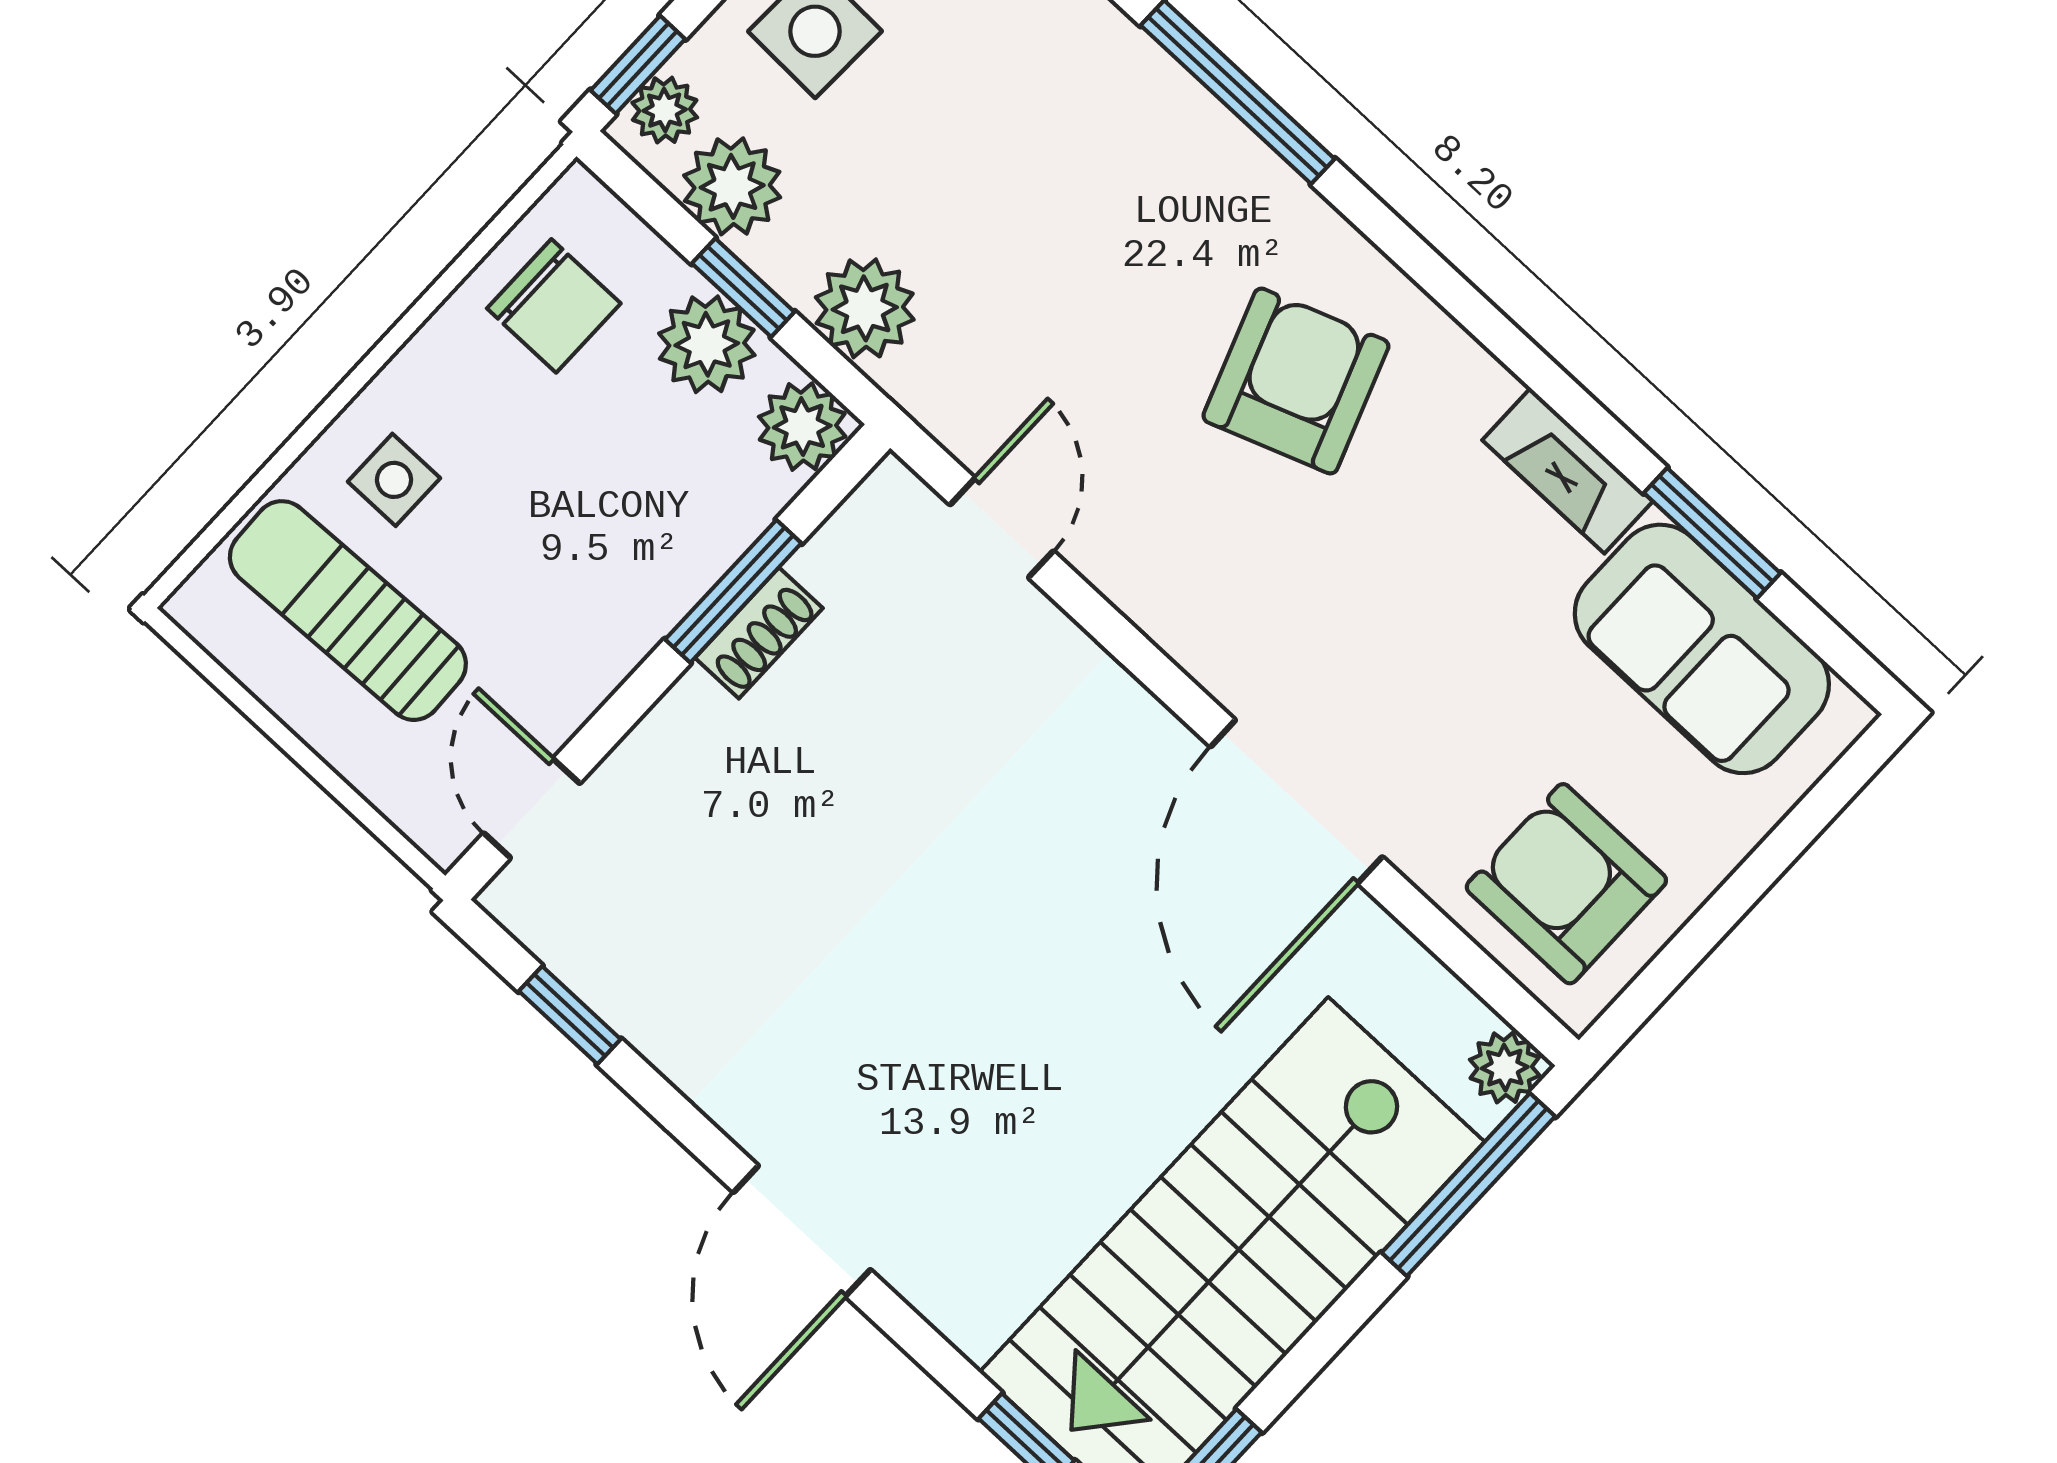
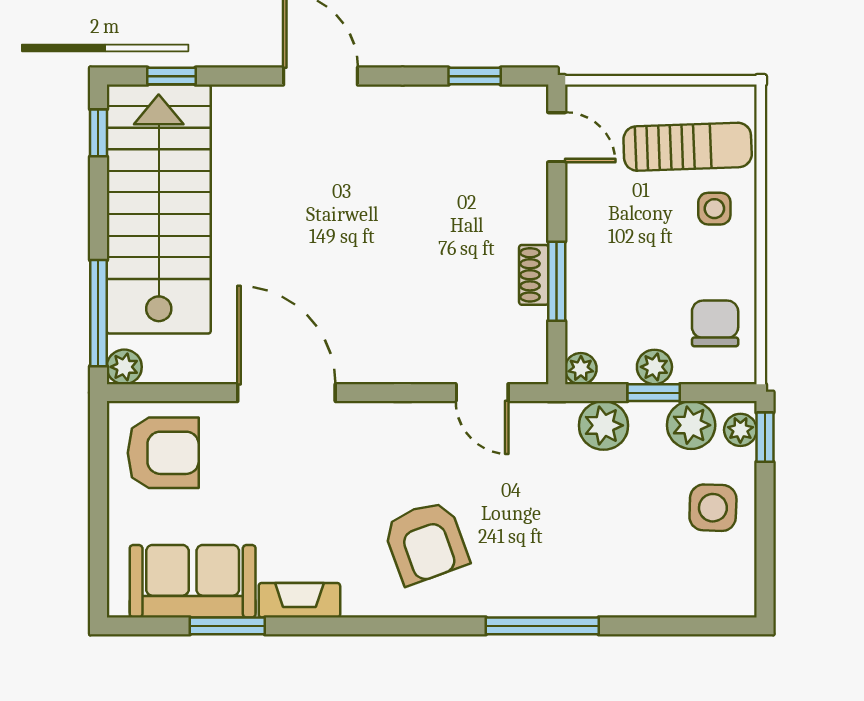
chair: (554, 306) -> (715, 323), turned 90
plant: (707, 344) -> (654, 367), width x0.73, depth x0.73
plant: (802, 427) -> (581, 369), width x0.73, depth x0.73

